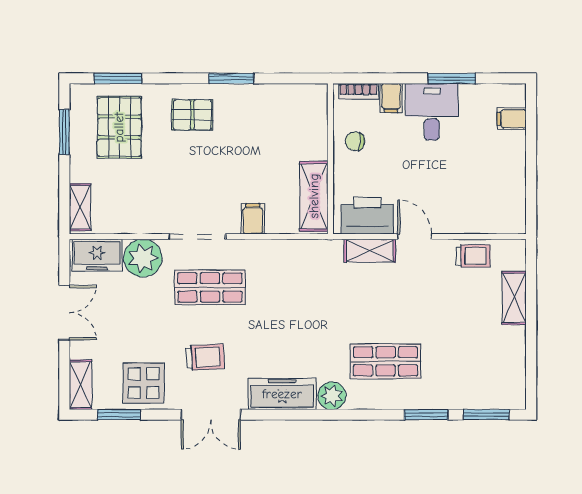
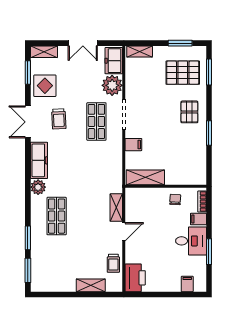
printer: (367, 215) -> (135, 278), moved

